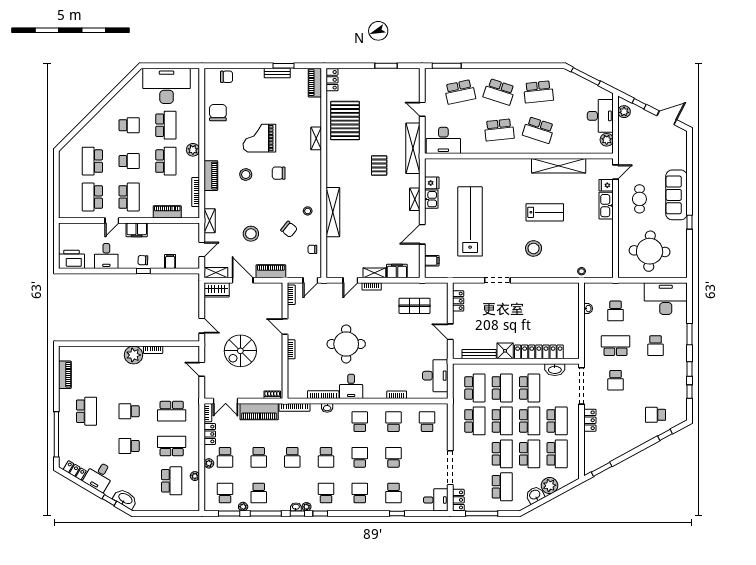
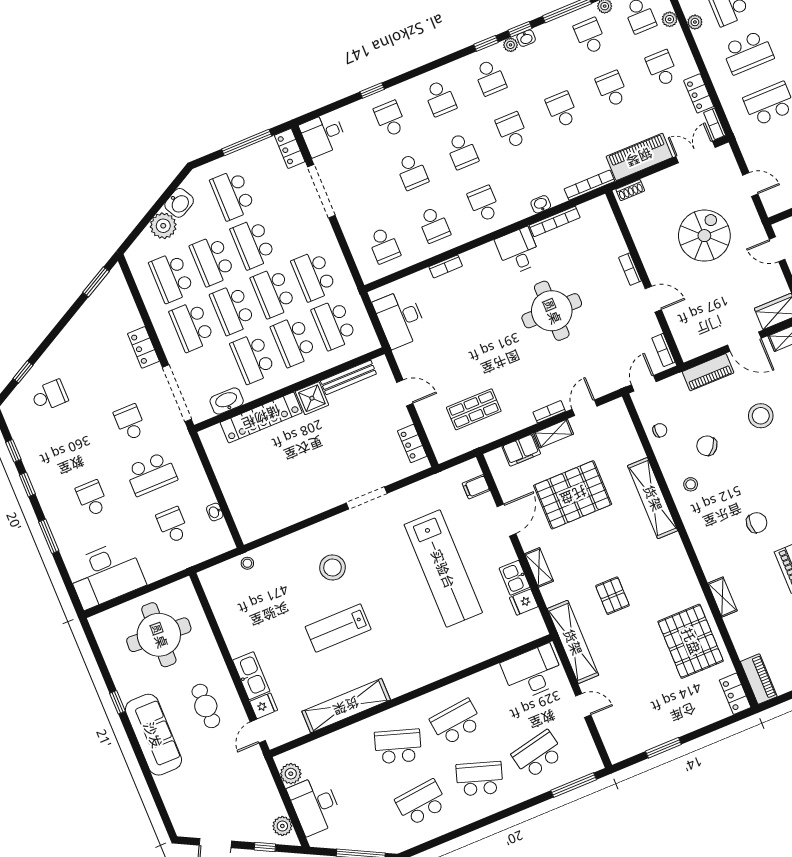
pallet: (378, 233) -> (573, 495), added
school desk: (360, 422) -> (484, 204), turned 180
plant: (209, 463) -> (670, 19), moved

